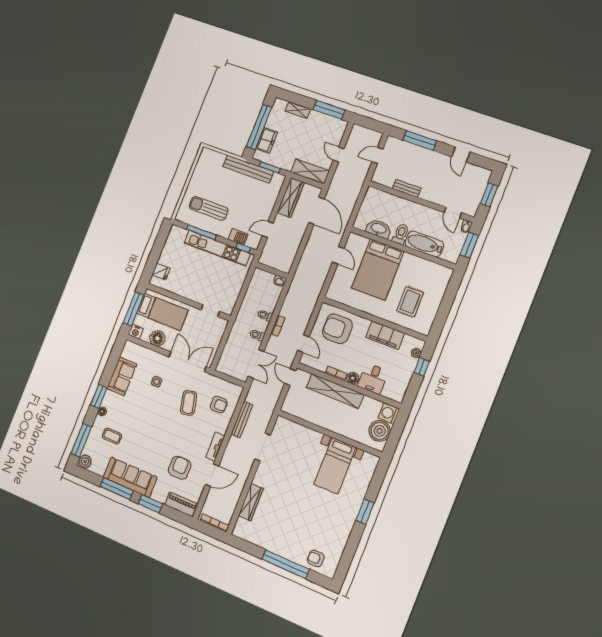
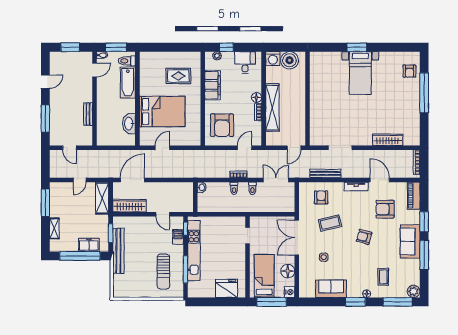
toilet: (401, 234) -> (127, 61), moved
fridge: (161, 272) -> (226, 288), width x1.88, depth x1.34
door: (290, 377) -> (294, 148), moved
desk: (373, 379) -> (245, 62), moved, turned -90
armchair: (160, 433) -> (364, 237), added
bed with nightstands: (335, 466) -> (360, 73), moved, turned 90
sofa: (130, 477) -> (410, 241), width x0.73

